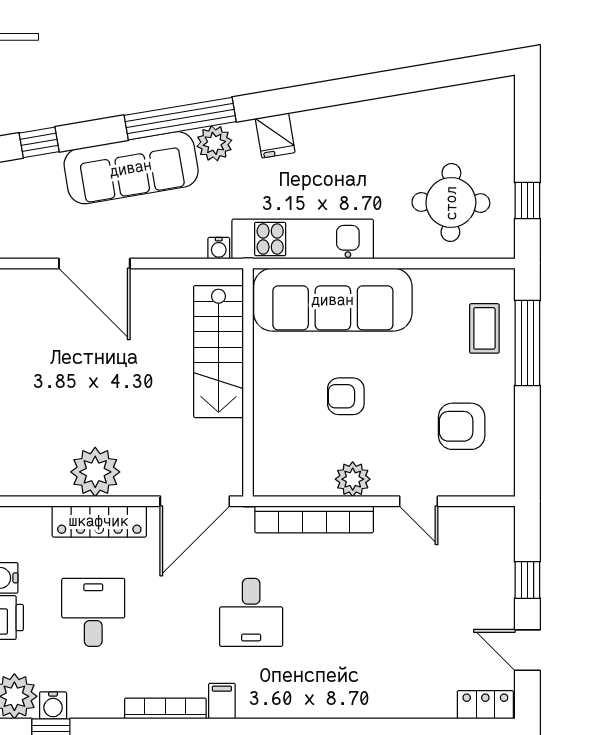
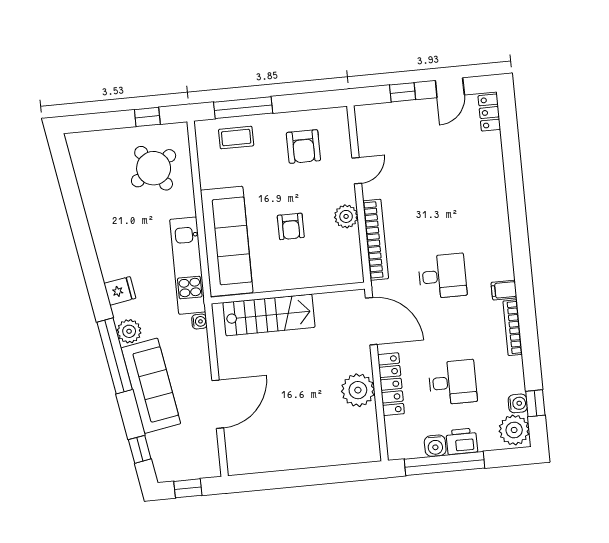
round table: (451, 203) -> (154, 168), turned -34
desk: (93, 612) -> (453, 382), turned 180

